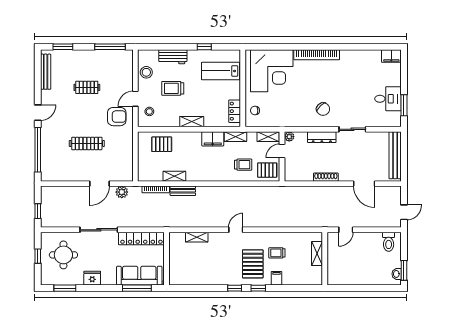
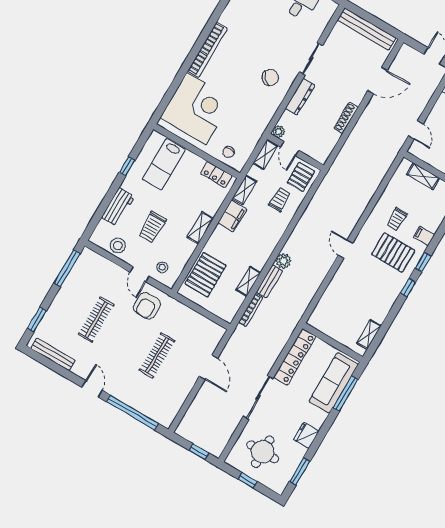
clothes rail: (87, 87) -> (96, 320), width x1.36
armchair: (117, 117) -> (147, 306), turned 180
pallet: (162, 144) -> (206, 275), width x1.50, depth x1.42
plant: (122, 192) -> (283, 261), moved
shelving: (197, 237) -> (369, 334), moved

